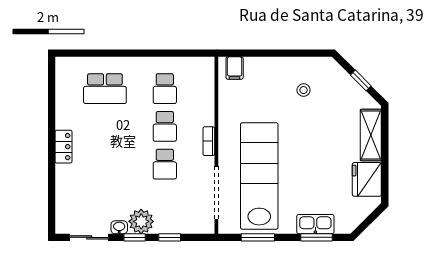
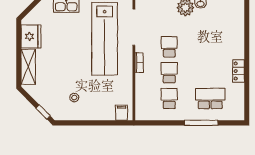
window: (118, 53) -> (201, 123), added
window: (361, 80) -> (43, 112), moved
locker: (64, 147) -> (239, 71), moved

